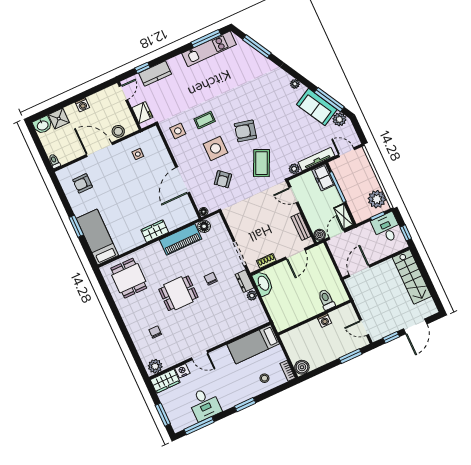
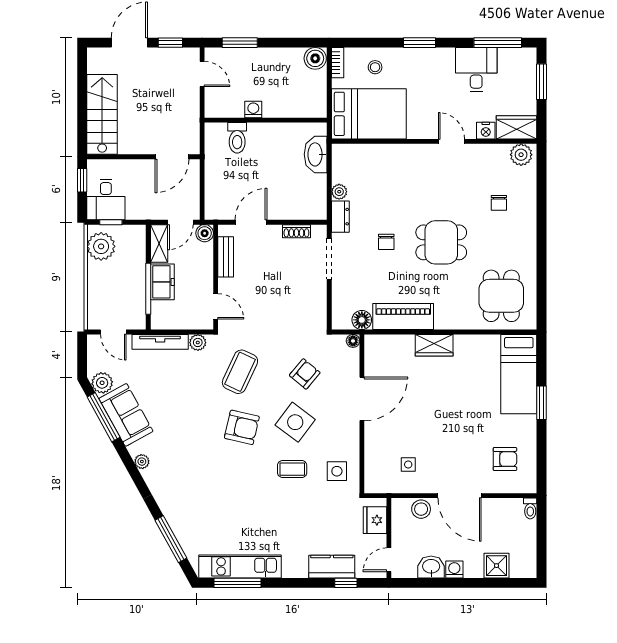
washbasin: (42, 125) -> (431, 567), moved
side table: (216, 148) -> (295, 422), turned 37
freezer: (323, 177) -> (162, 282), moved
washbasin: (263, 283) -> (316, 154), moved
bed: (253, 344) -> (369, 114), width x1.50

